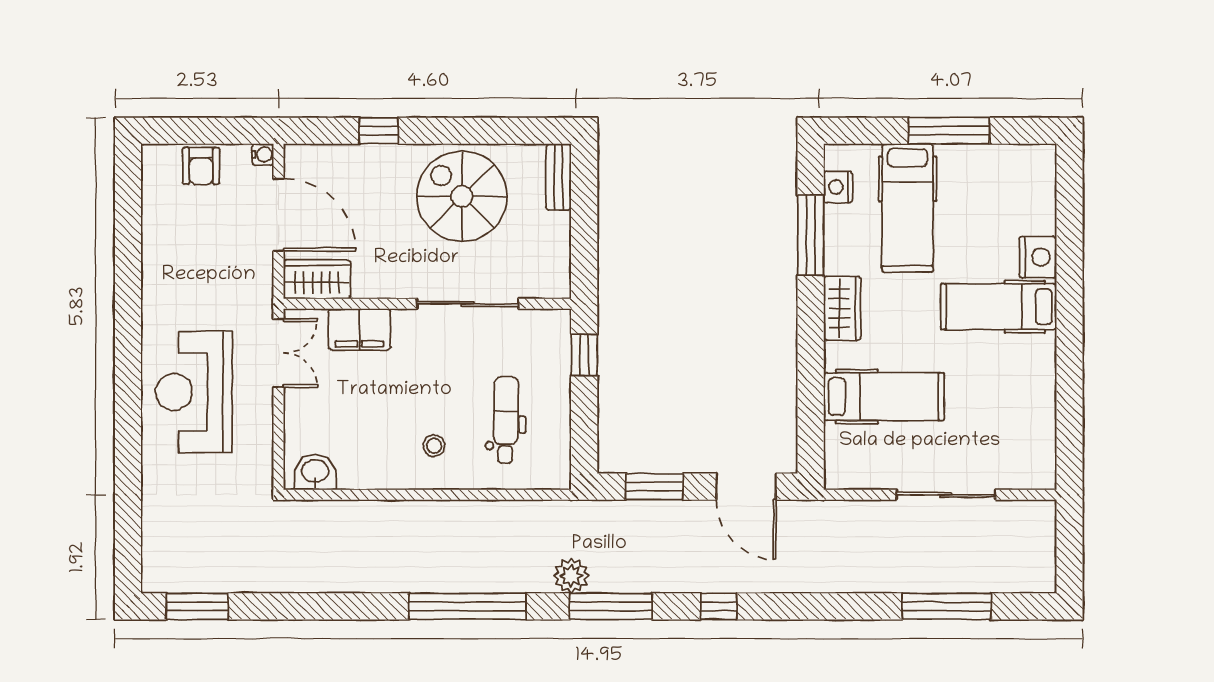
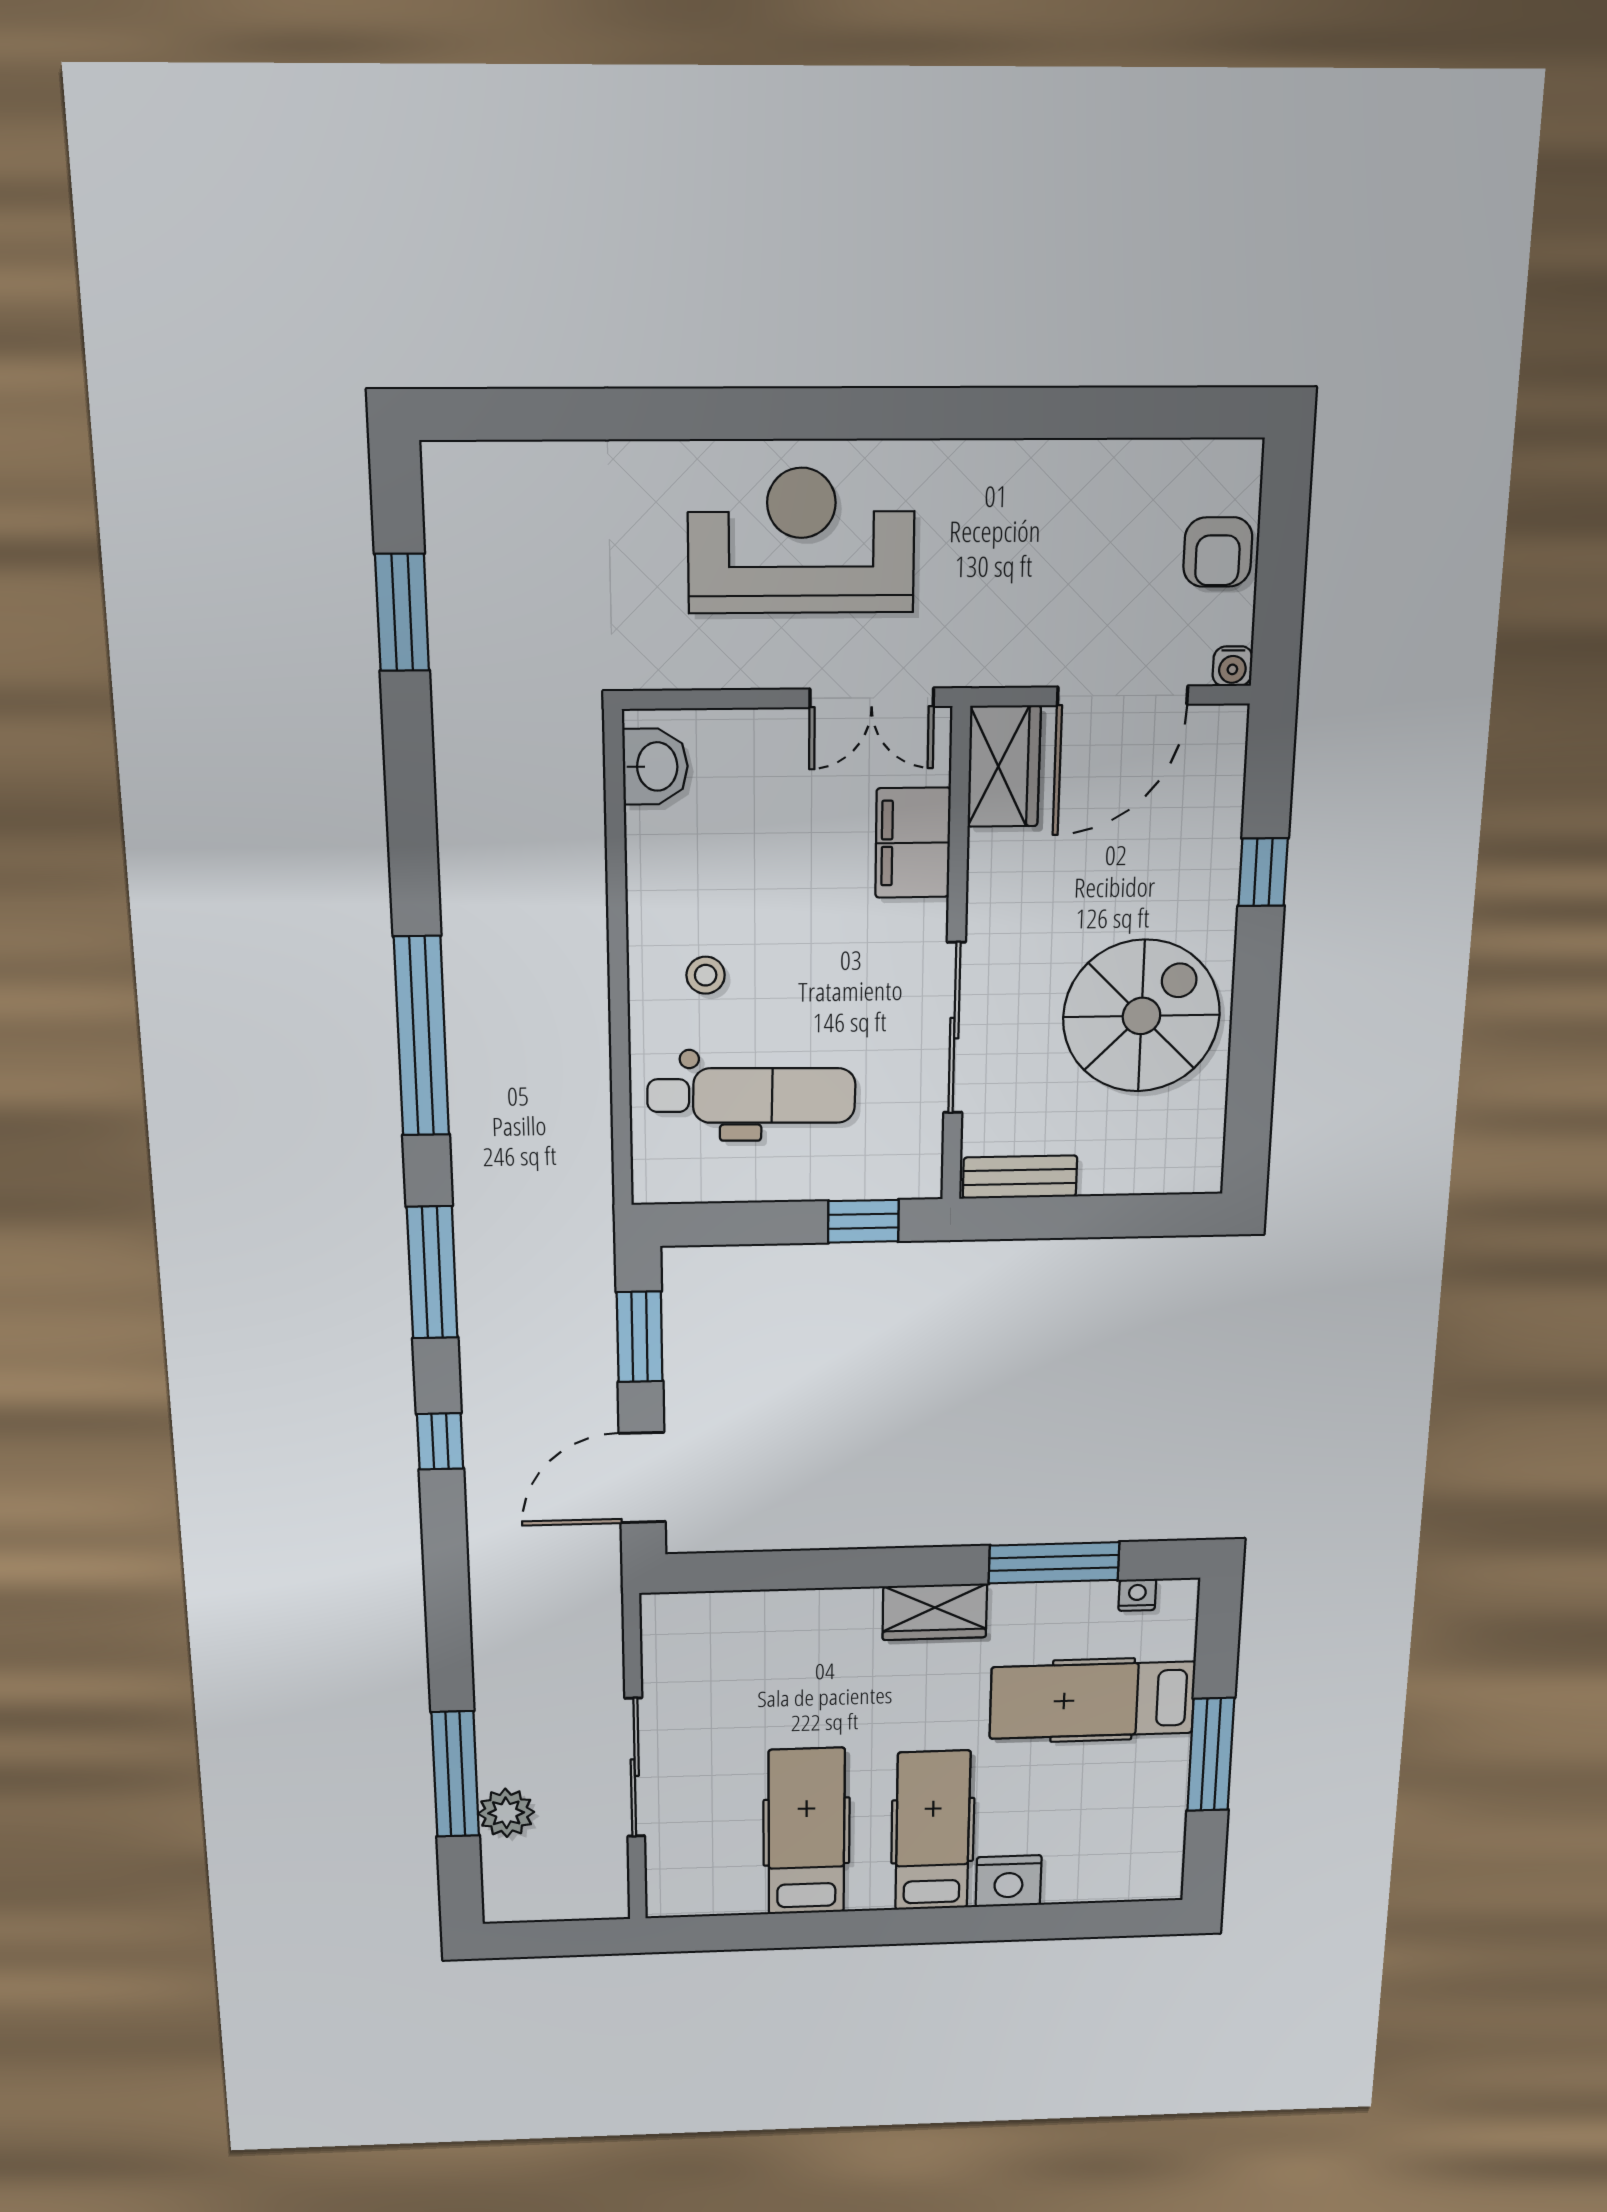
armchair: (201, 166) -> (1218, 552), turned -90
bench: (559, 177) -> (1020, 1177), moved
nightstand: (838, 187) -> (1137, 1595), width x0.72, depth x0.74
hospital bed: (884, 397) -> (807, 1832), moved, turned 180
dental chair: (506, 420) -> (751, 1096), width x1.36, depth x1.38
plant: (571, 576) -> (506, 1813), moved
window: (197, 606) -> (402, 613), moved

